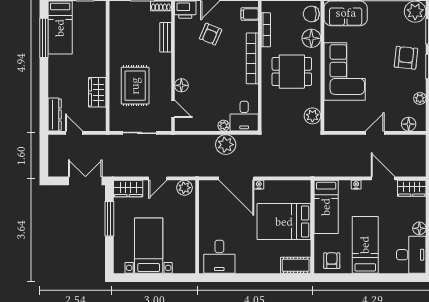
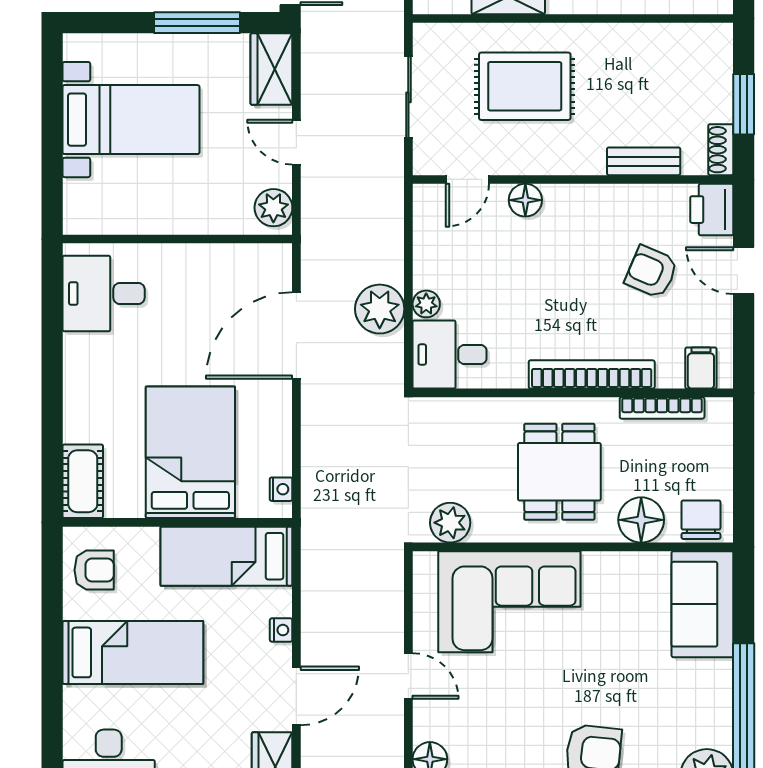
corner sofa: (345, 71) -> (509, 602), moved
nightstand: (259, 185) -> (281, 489), moved

